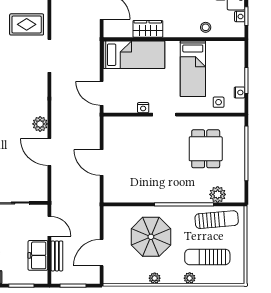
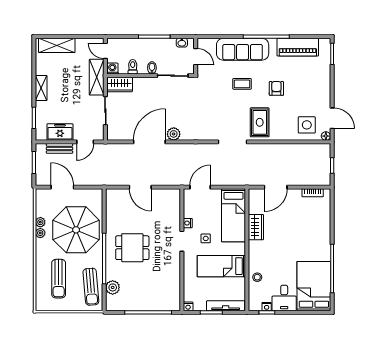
tv unit: (239, 64) -> (226, 306), added
nightstand: (240, 92) -> (188, 306), moved
side table: (219, 102) -> (206, 238), moved
dining table: (206, 149) -> (132, 248), moved
door: (49, 152) -> (149, 142), width x1.36
door: (102, 162) -> (140, 187), swing flipped
parasol: (151, 237) -> (76, 230), width x1.36, depth x1.36
sun lounger: (207, 257) -> (59, 279), turned 180
plant: (190, 278) -> (40, 222), moved

